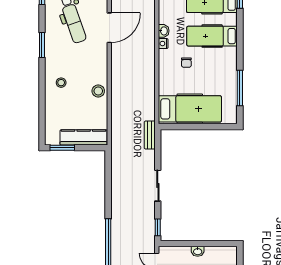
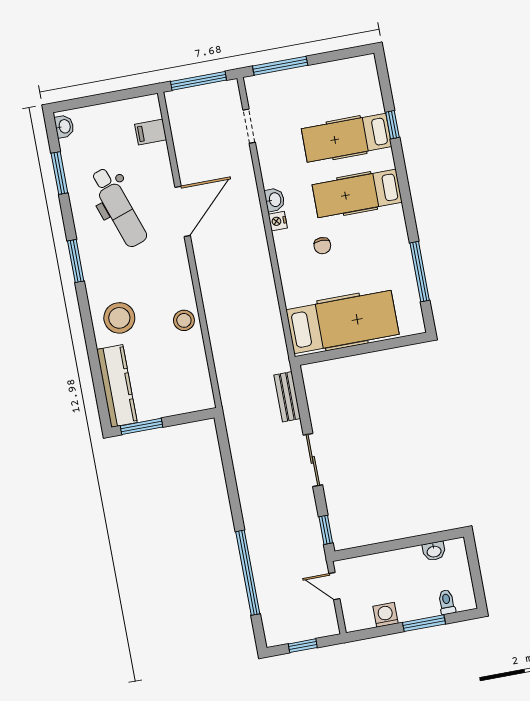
stool: (61, 83) -> (119, 318), width x1.89, depth x1.89
bench: (150, 135) -> (287, 397), moved
kitchen counter: (84, 137) -> (117, 386), moved, turned 90
washbasin: (198, 251) -> (434, 551), moved

